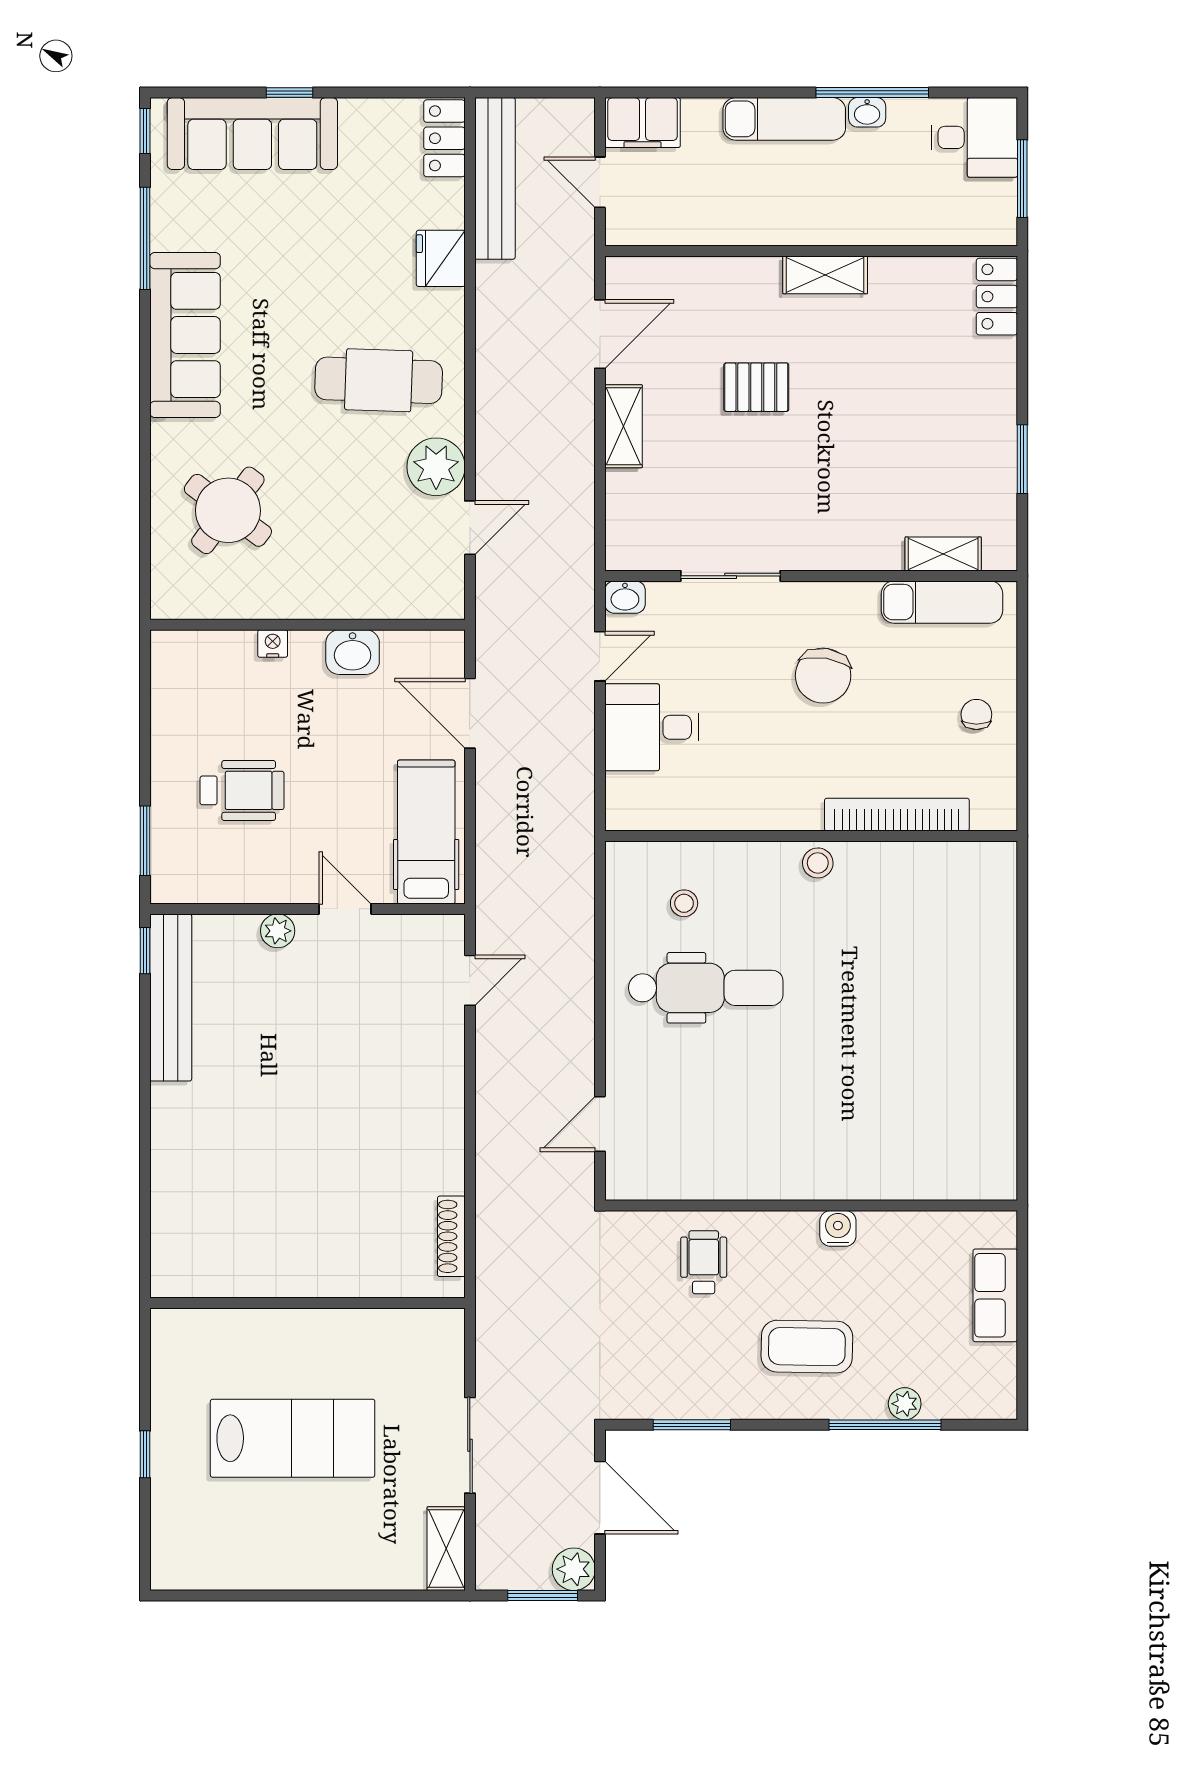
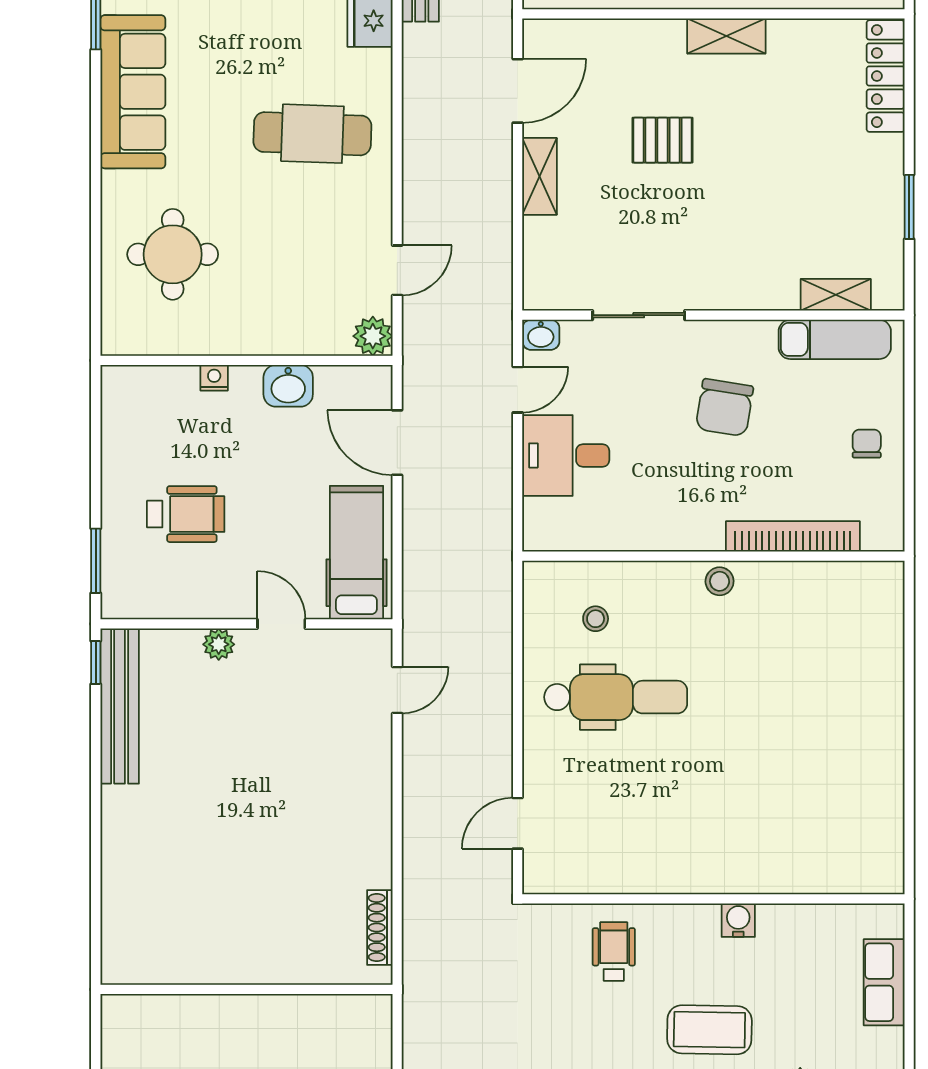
locker: (997, 297) -> (886, 76), width x1.53
plant: (436, 467) -> (373, 336), moved, width x0.73, depth x0.73
round table: (228, 510) -> (173, 254), turned -37

